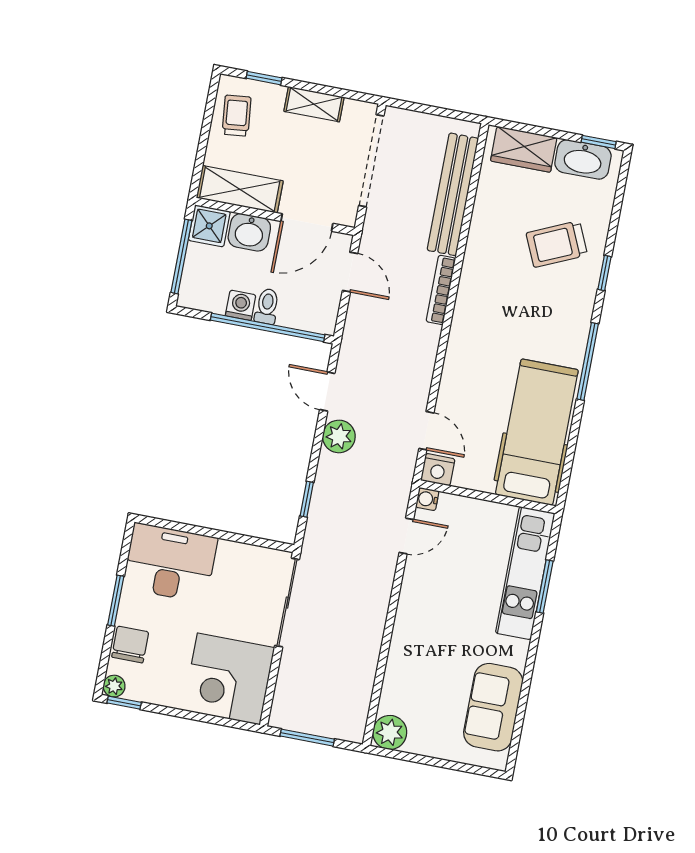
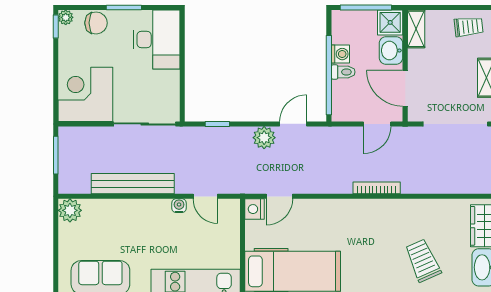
shelving: (240, 189) -> (416, 29), width x0.67, depth x0.75
bench: (453, 194) -> (133, 184), moved
water cooler: (427, 499) -> (179, 206), moved

